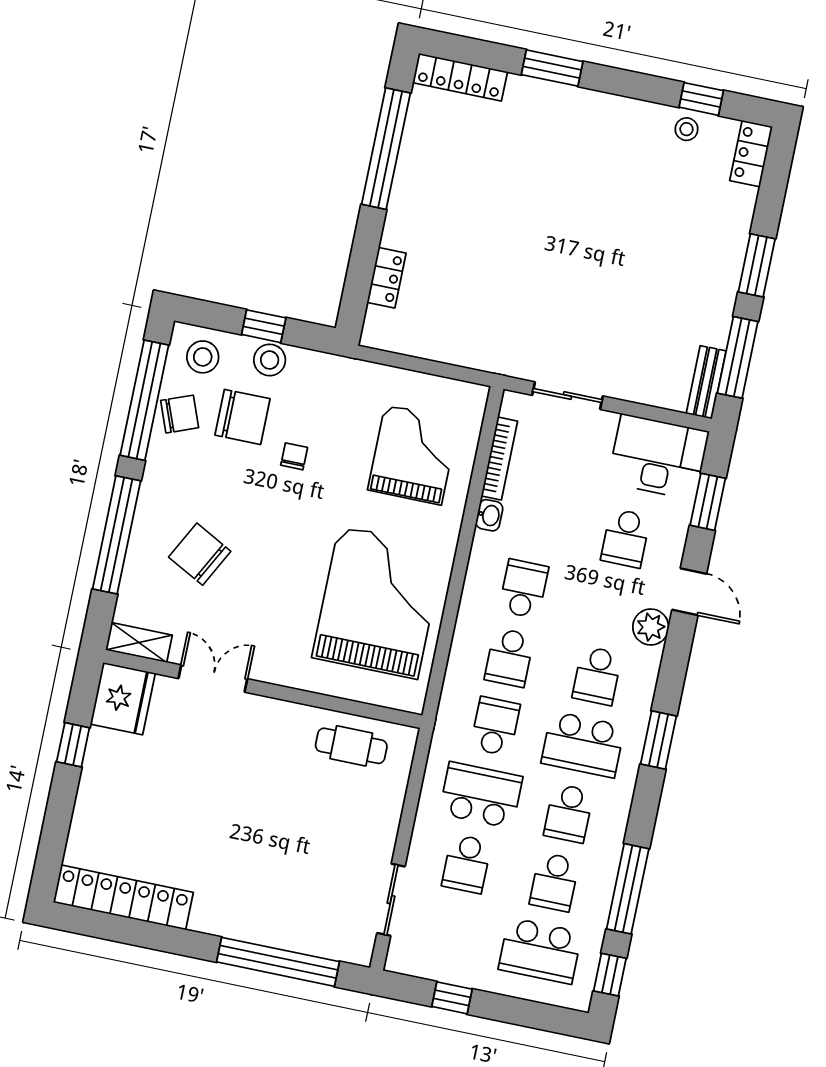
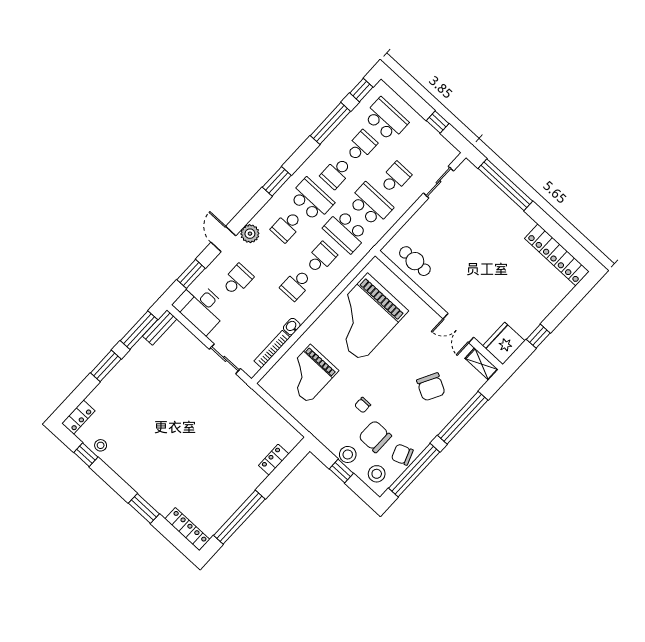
school desk: (597, 676) -> (287, 226), turned 180
school desk: (495, 726) -> (346, 231), width x1.85
school desk: (481, 795) -> (370, 204), turned 180
school desk: (569, 813) -> (336, 173), turned 180

